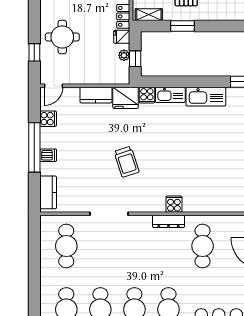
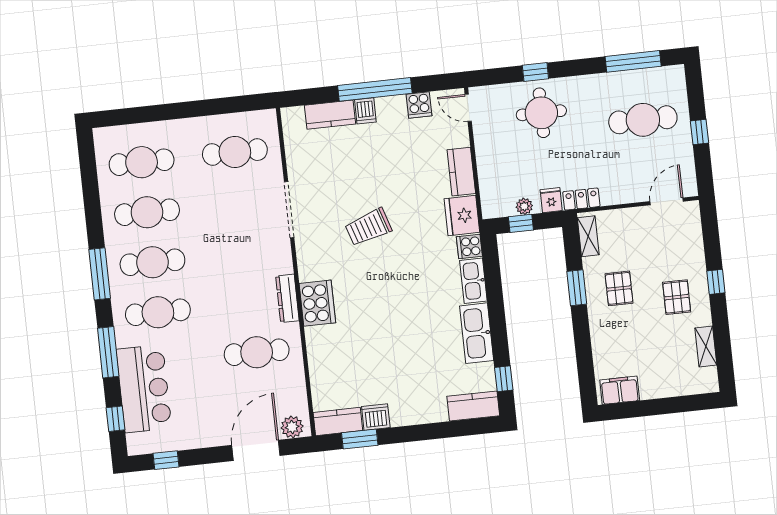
window: (34, 52) -> (535, 72), moved
kitchen counter: (48, 192) -> (330, 115), moved
cooker: (174, 204) -> (317, 303), width x1.87, depth x1.31

